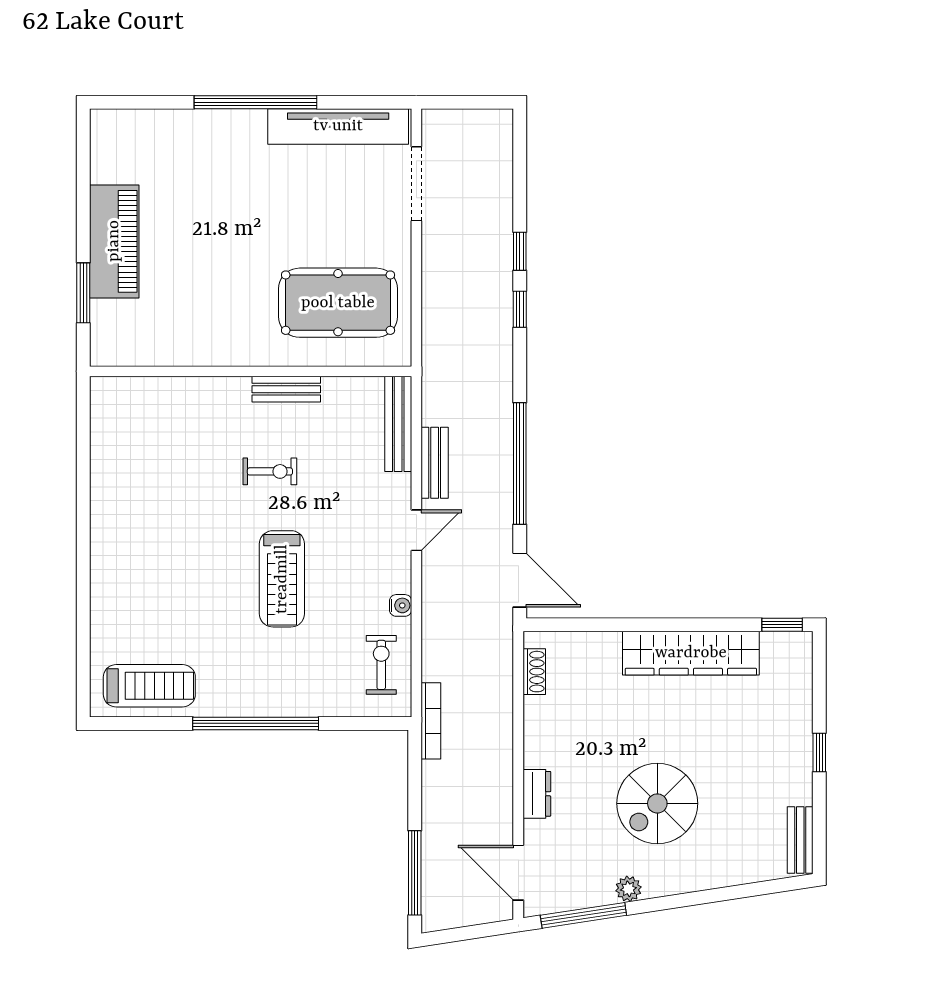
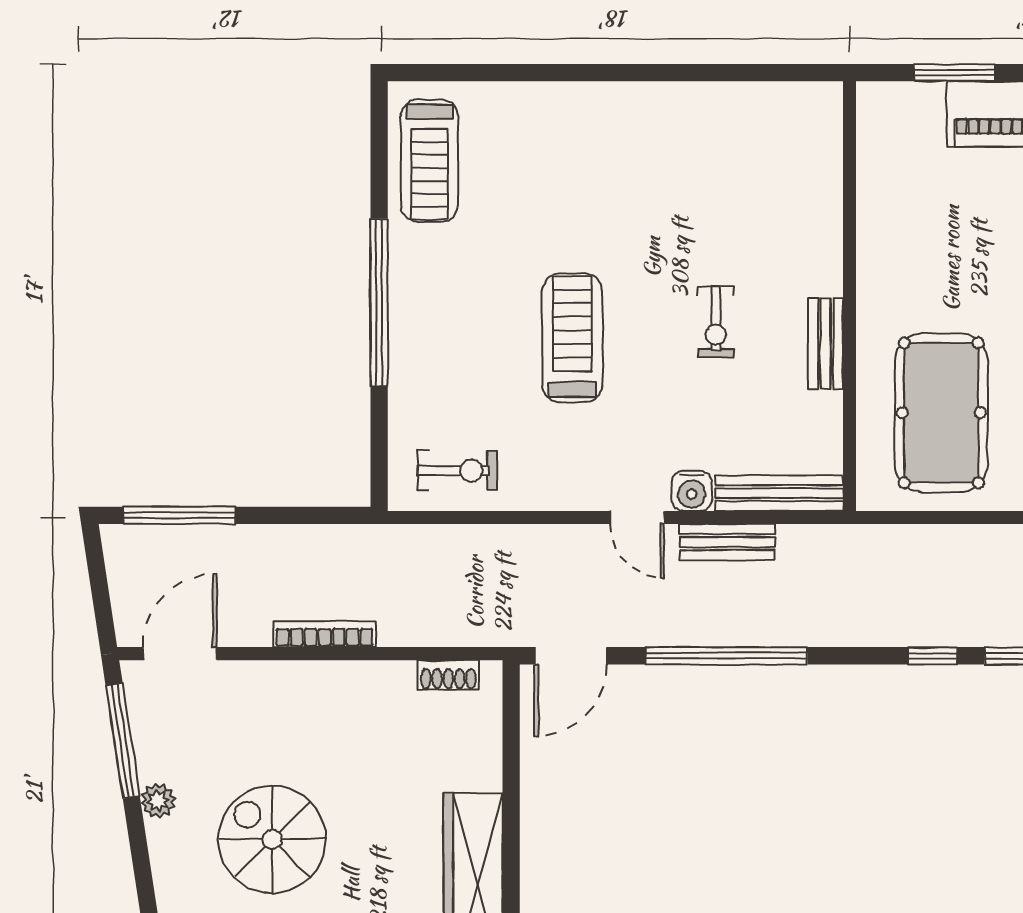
treadmill: (282, 579) -> (572, 338), turned 90
water cooler: (401, 605) -> (692, 491), moved, width x1.38, depth x1.38
bookcase: (431, 721) -> (325, 634), moved, turned 180
dresser: (537, 794) -> (285, 678), removed

